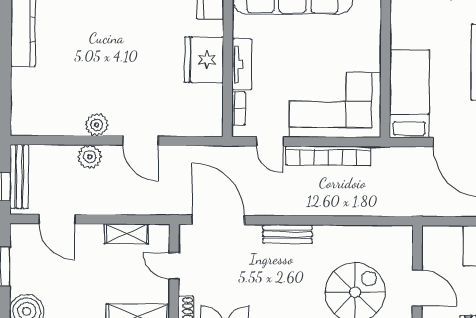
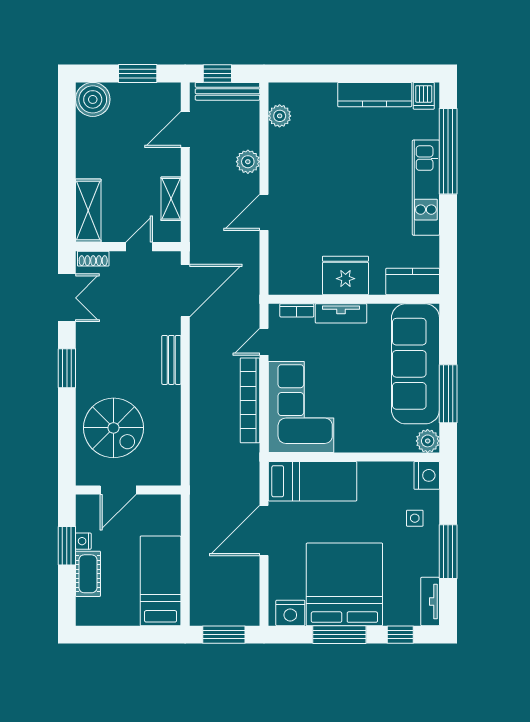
plant: (97, 125) -> (280, 116), moved

